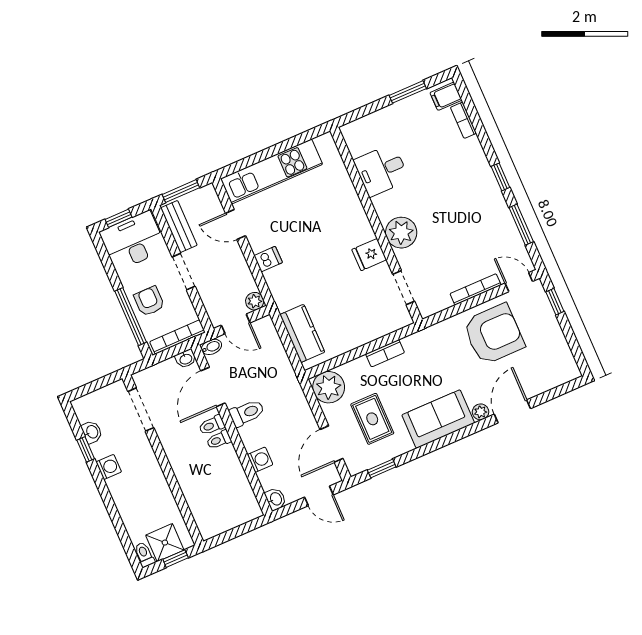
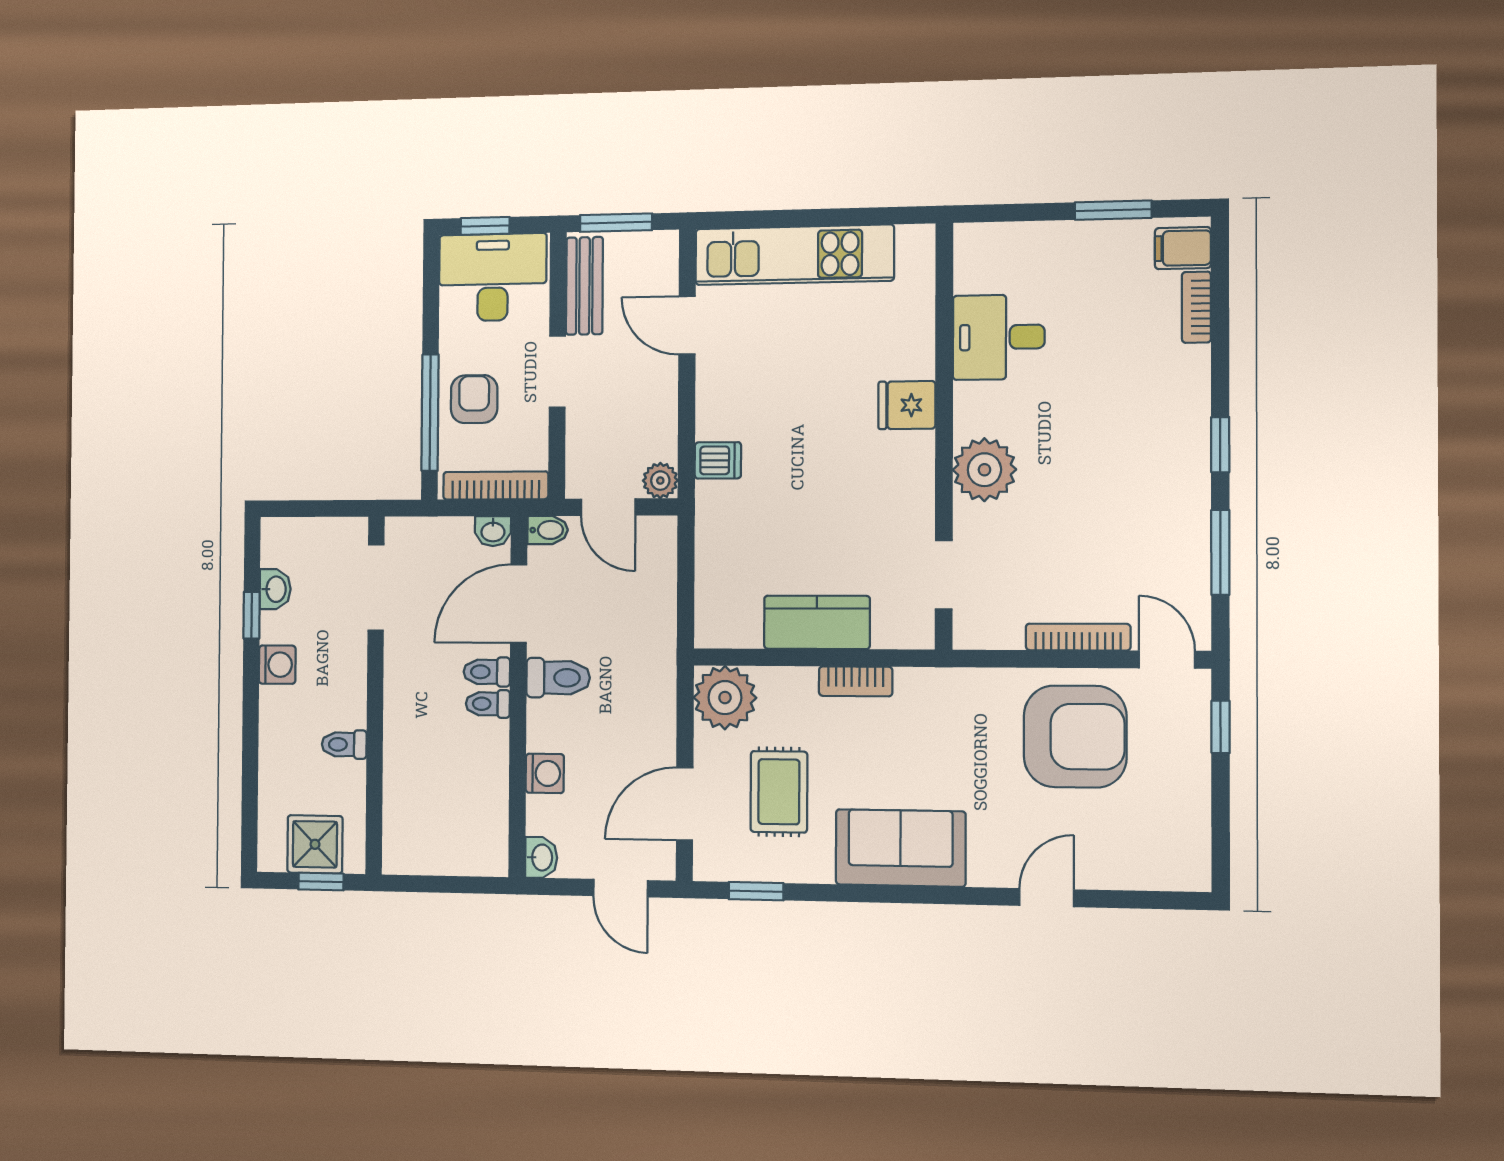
fridge: (369, 255) -> (907, 405), moved
dishwasher: (268, 259) -> (718, 460), moved
kitchen counter: (302, 333) -> (817, 622), moved, turned -90
door: (512, 411) -> (1047, 898), width x0.73
plant: (481, 412) -> (986, 871), removed
toilet: (144, 555) -> (344, 744), moved, turned -90

